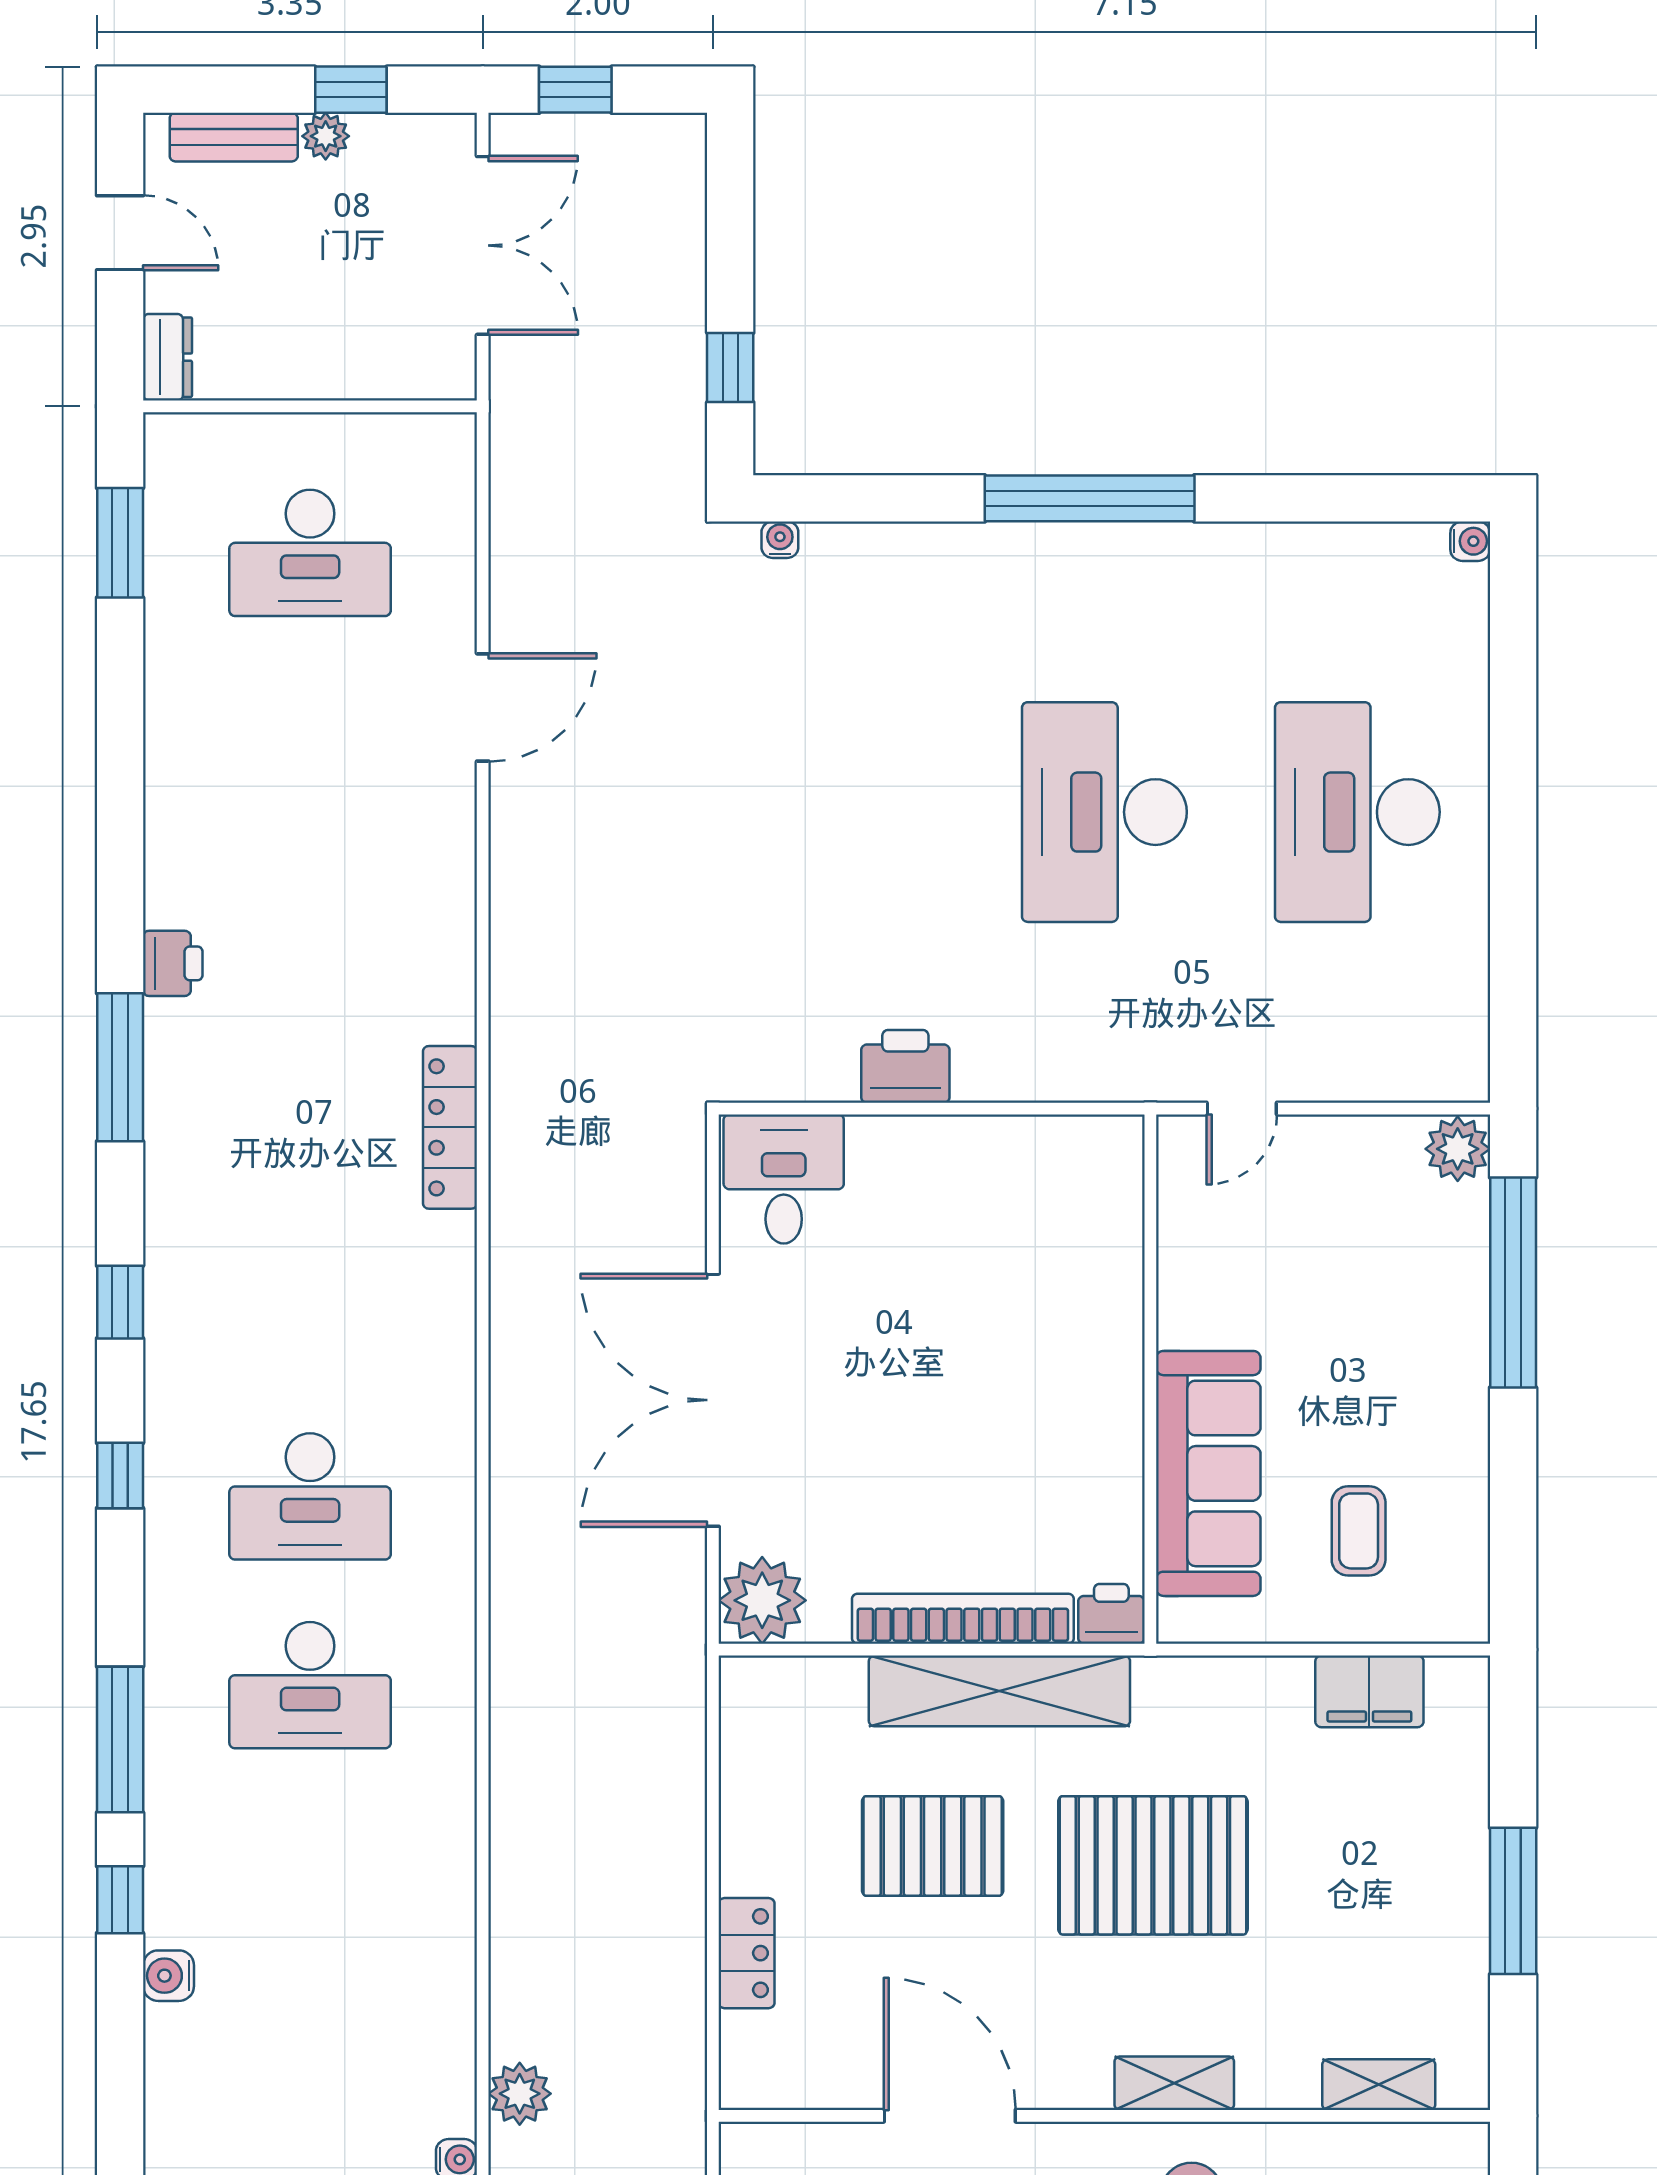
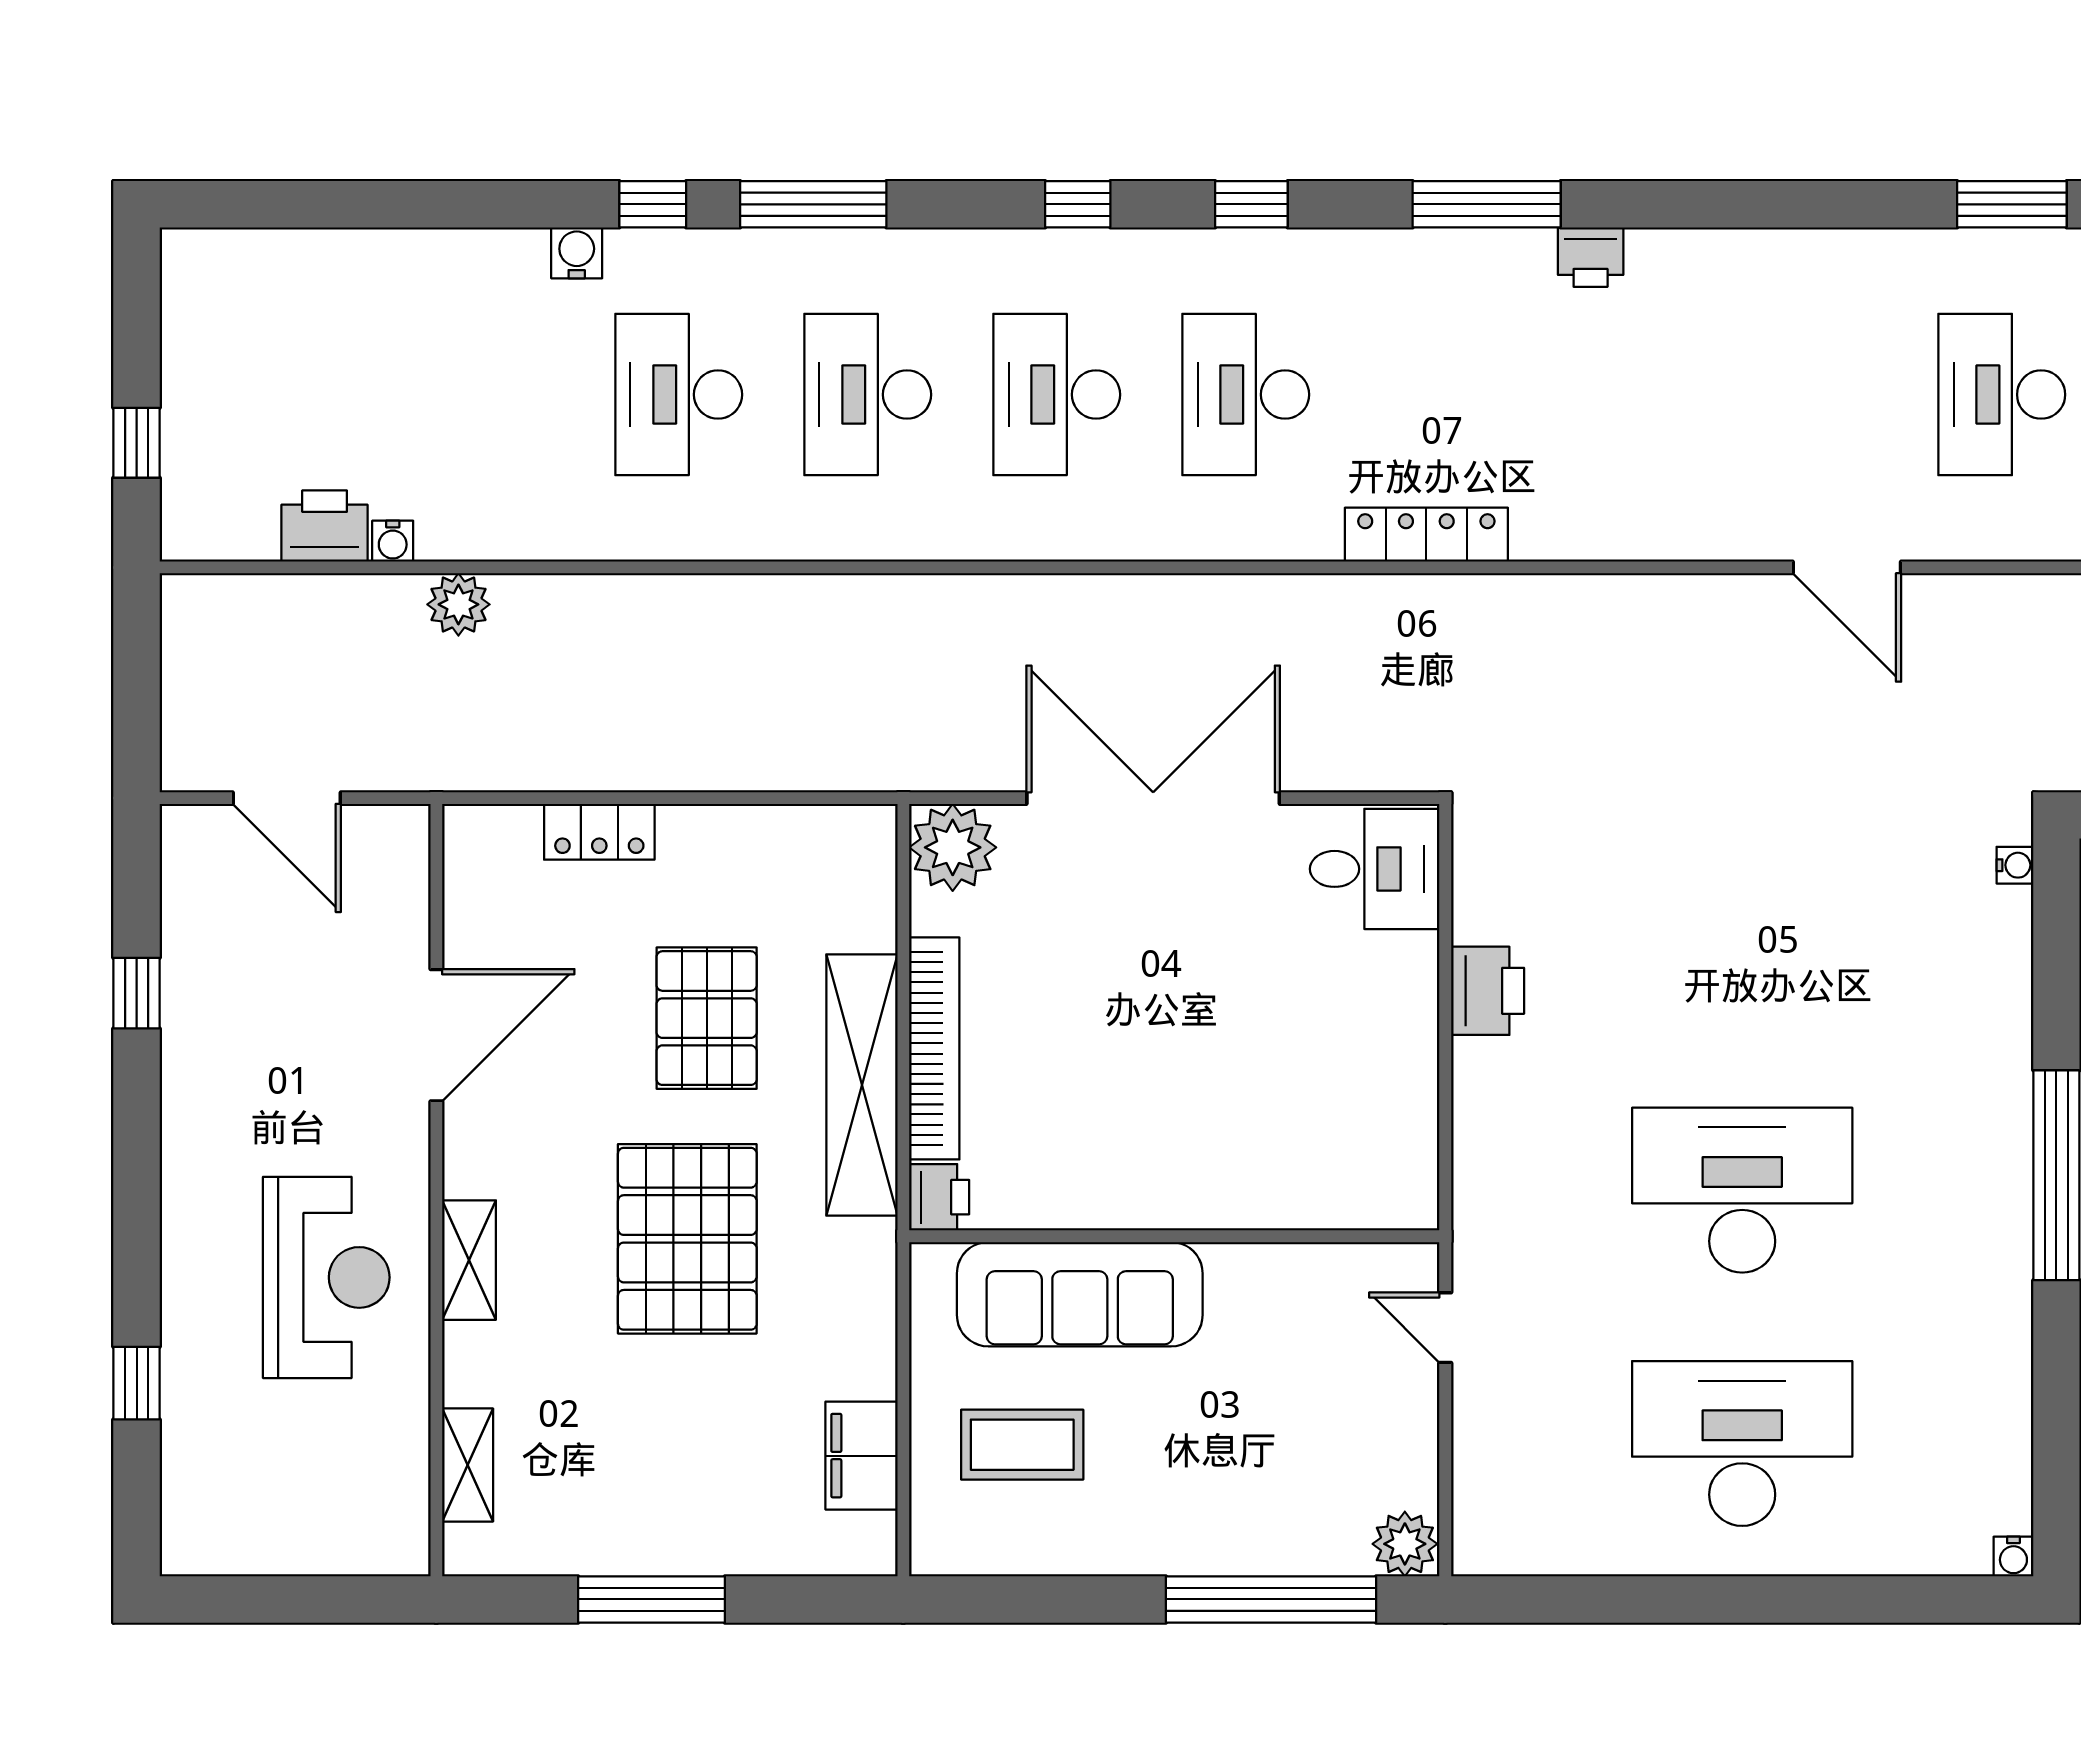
desk: (310, 1308) -> (1246, 395), added
coffee table: (1359, 1531) -> (1022, 1445), width x1.36, depth x1.30
desk: (310, 1874) -> (679, 395), added

